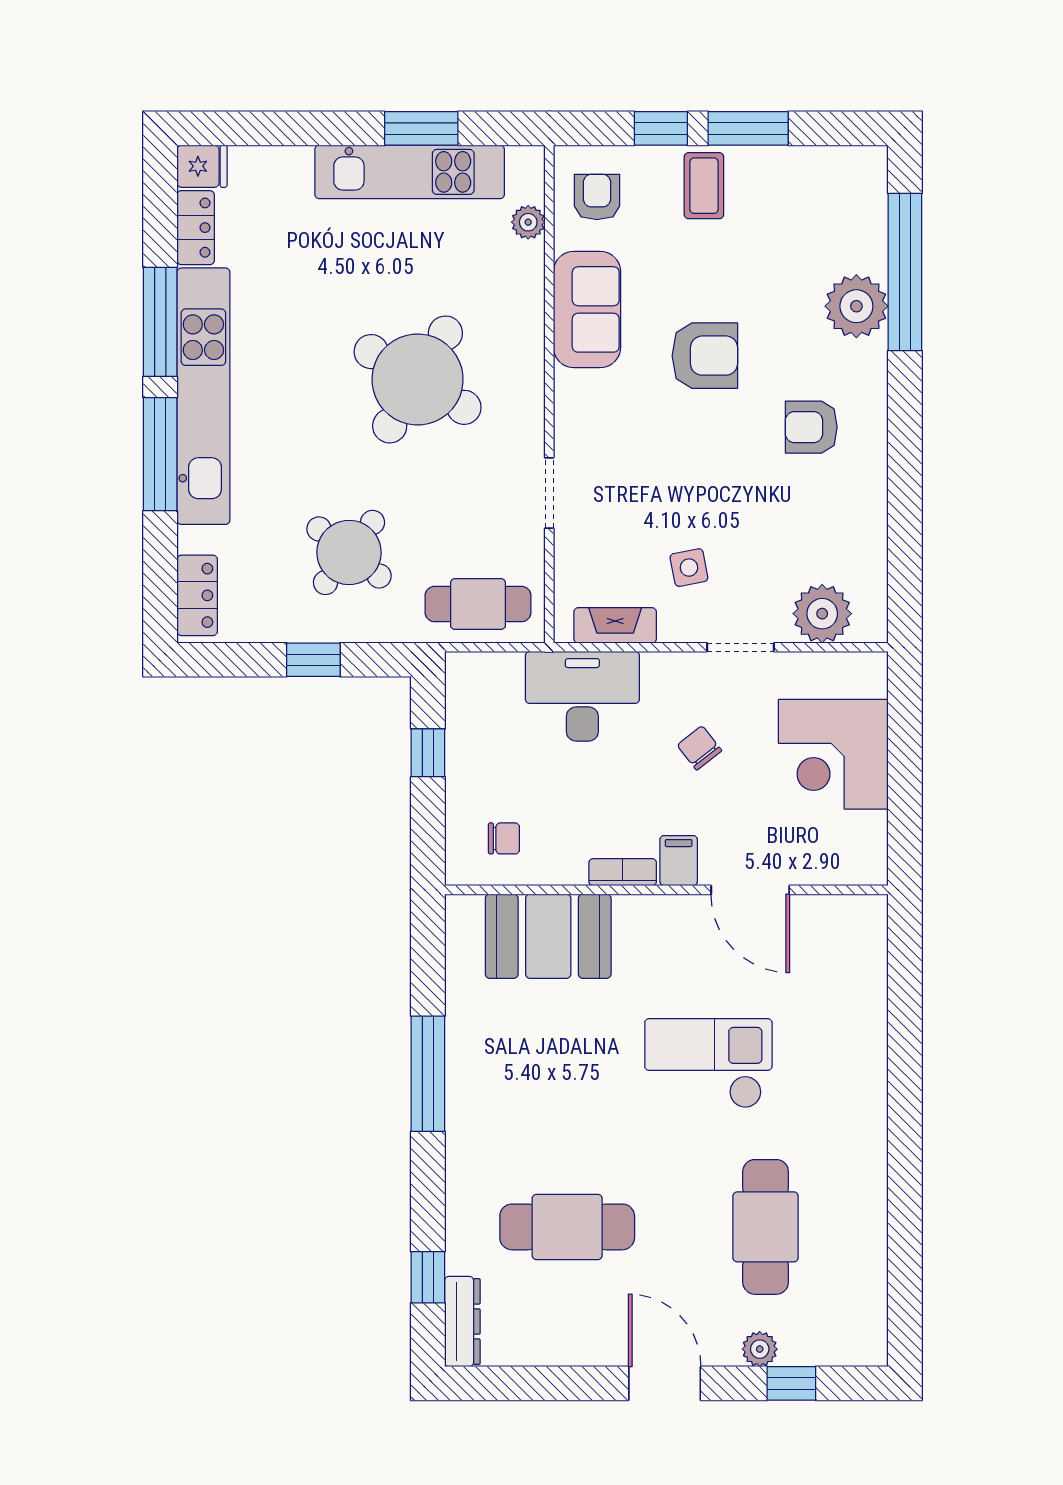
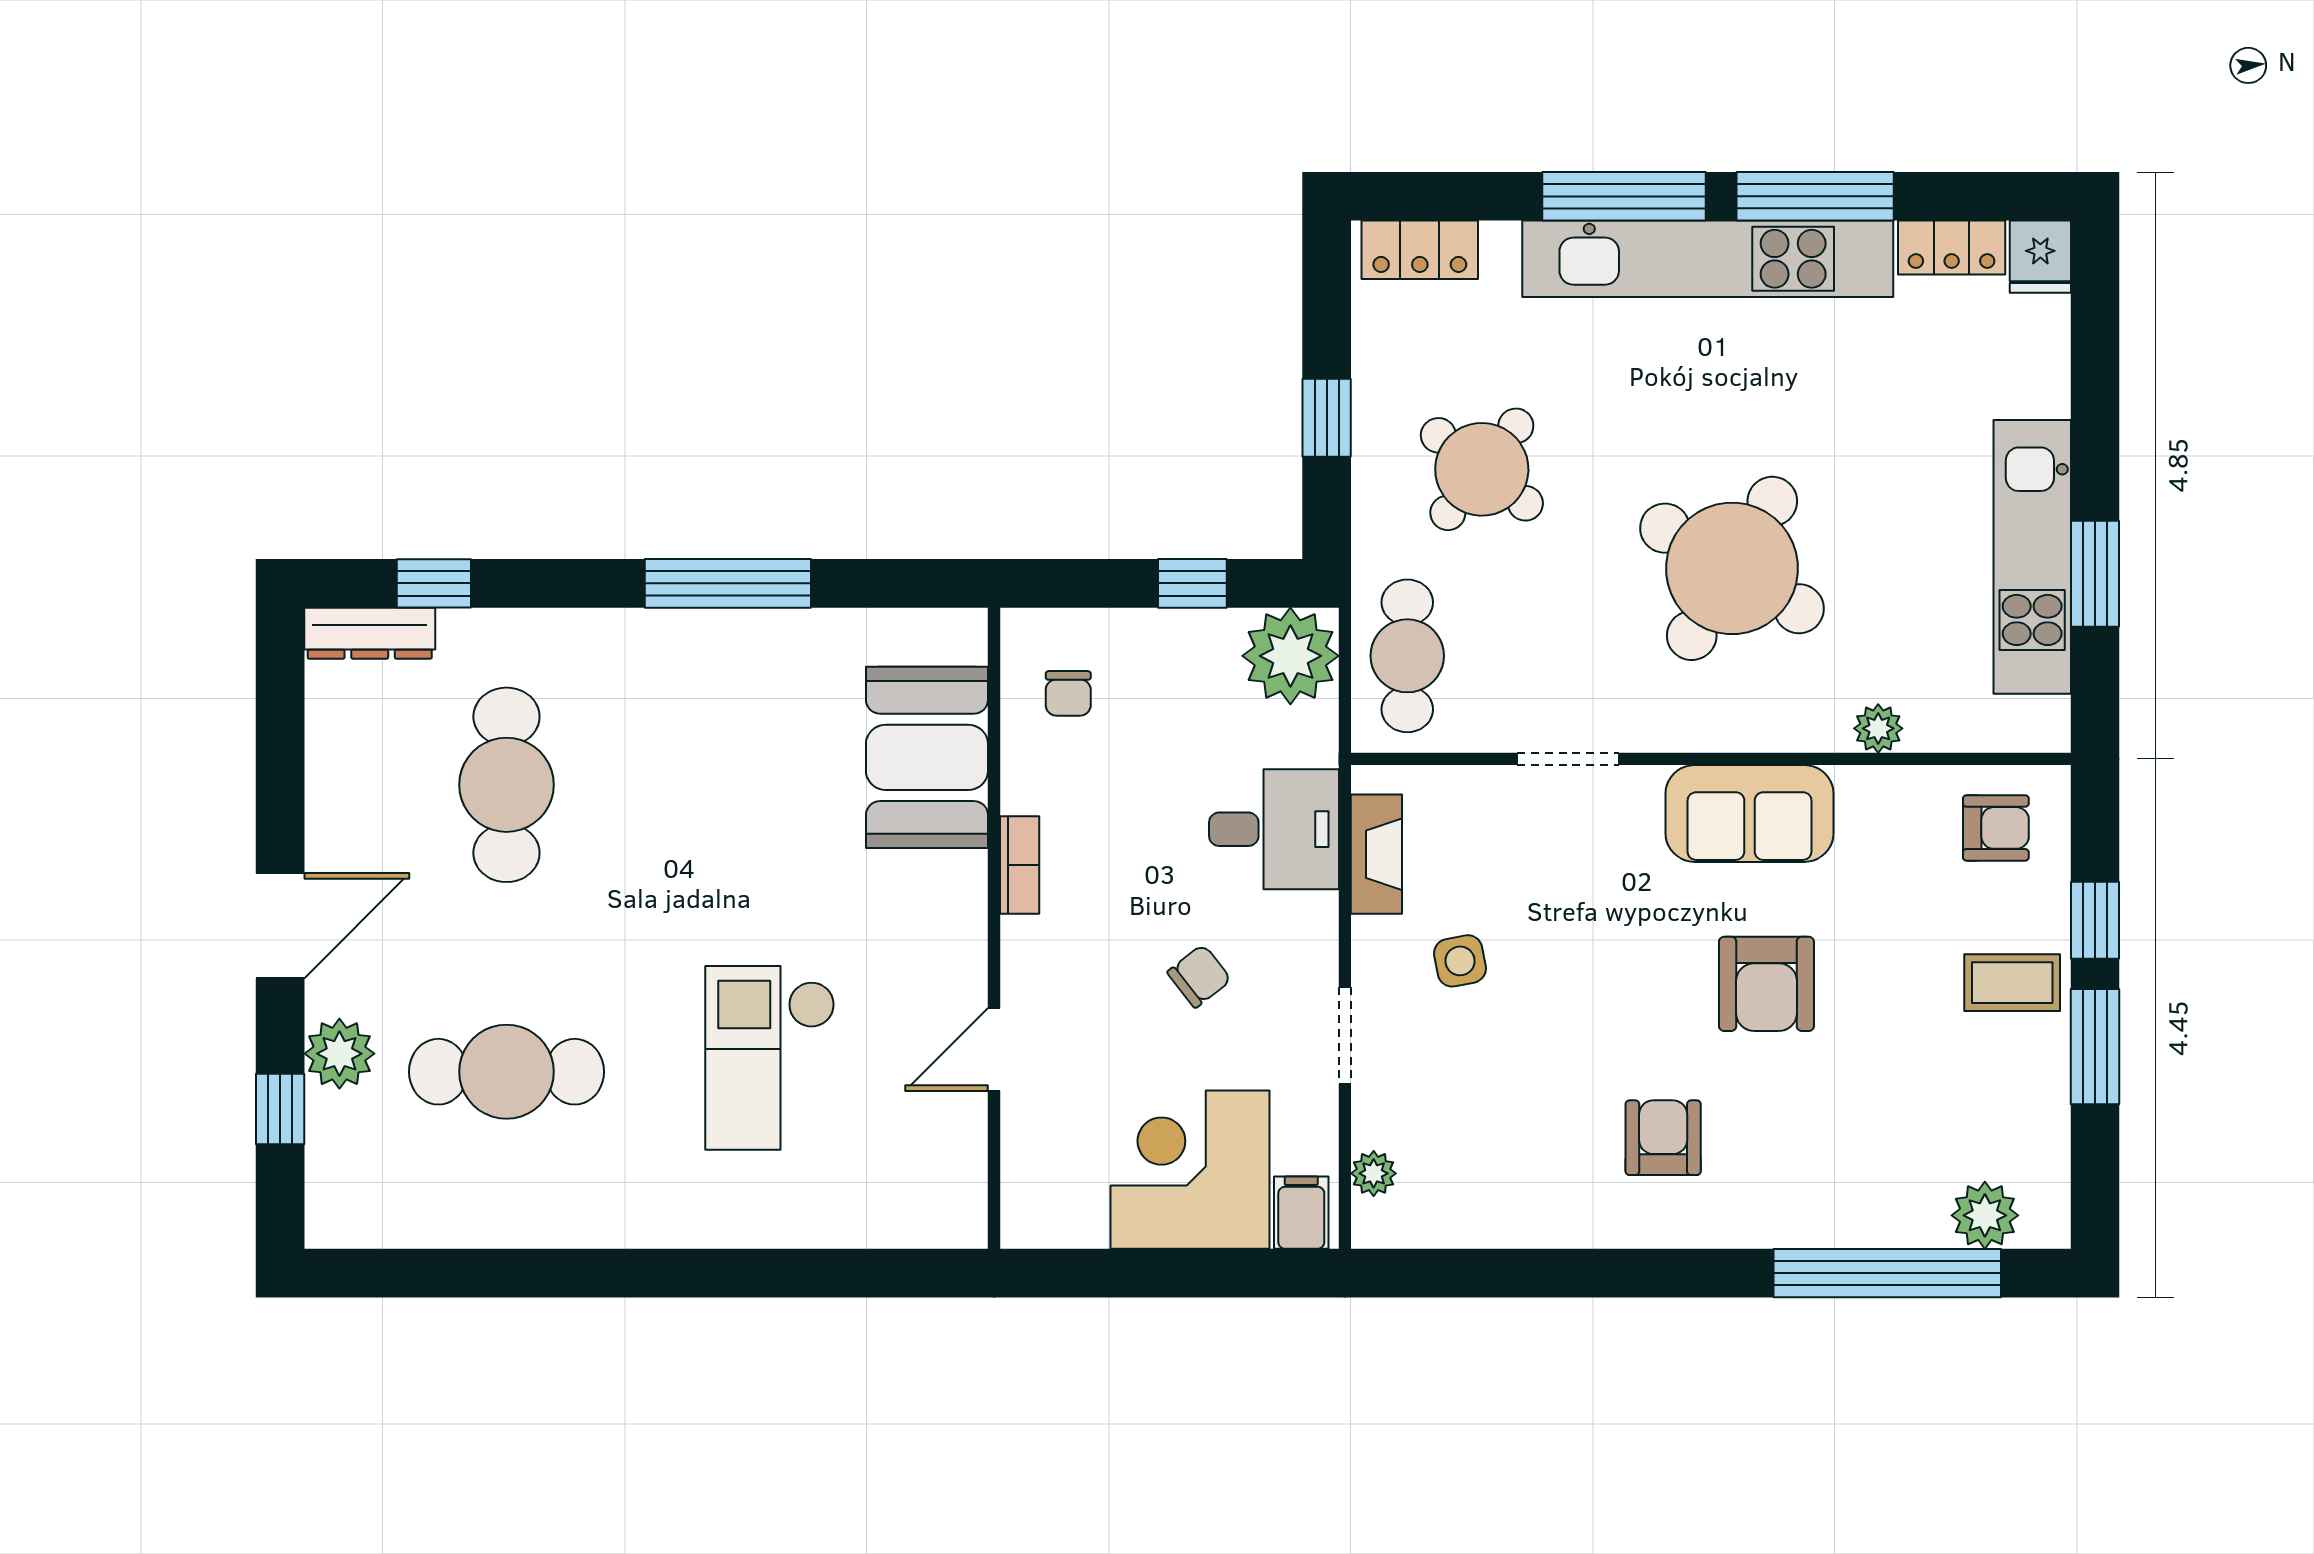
plant: (528, 222) -> (1878, 728), moved
plant: (856, 306) -> (1985, 1215), moved, width x0.73, depth x0.73
sofa: (587, 309) -> (1749, 813), moved
plant: (822, 614) -> (1374, 1173), width x0.53, depth x0.53
plant: (478, 685) -> (1290, 656), added
desk: (582, 696) -> (1274, 829), width x0.73
filing cabinet: (679, 861) -> (1301, 1213), moved, turned -90
door: (750, 890) -> (994, 1049), width x0.73
checkout: (708, 1063) -> (770, 1058), moved, turned 180
plant: (760, 1349) -> (339, 1054), width x1.38, depth x1.38

